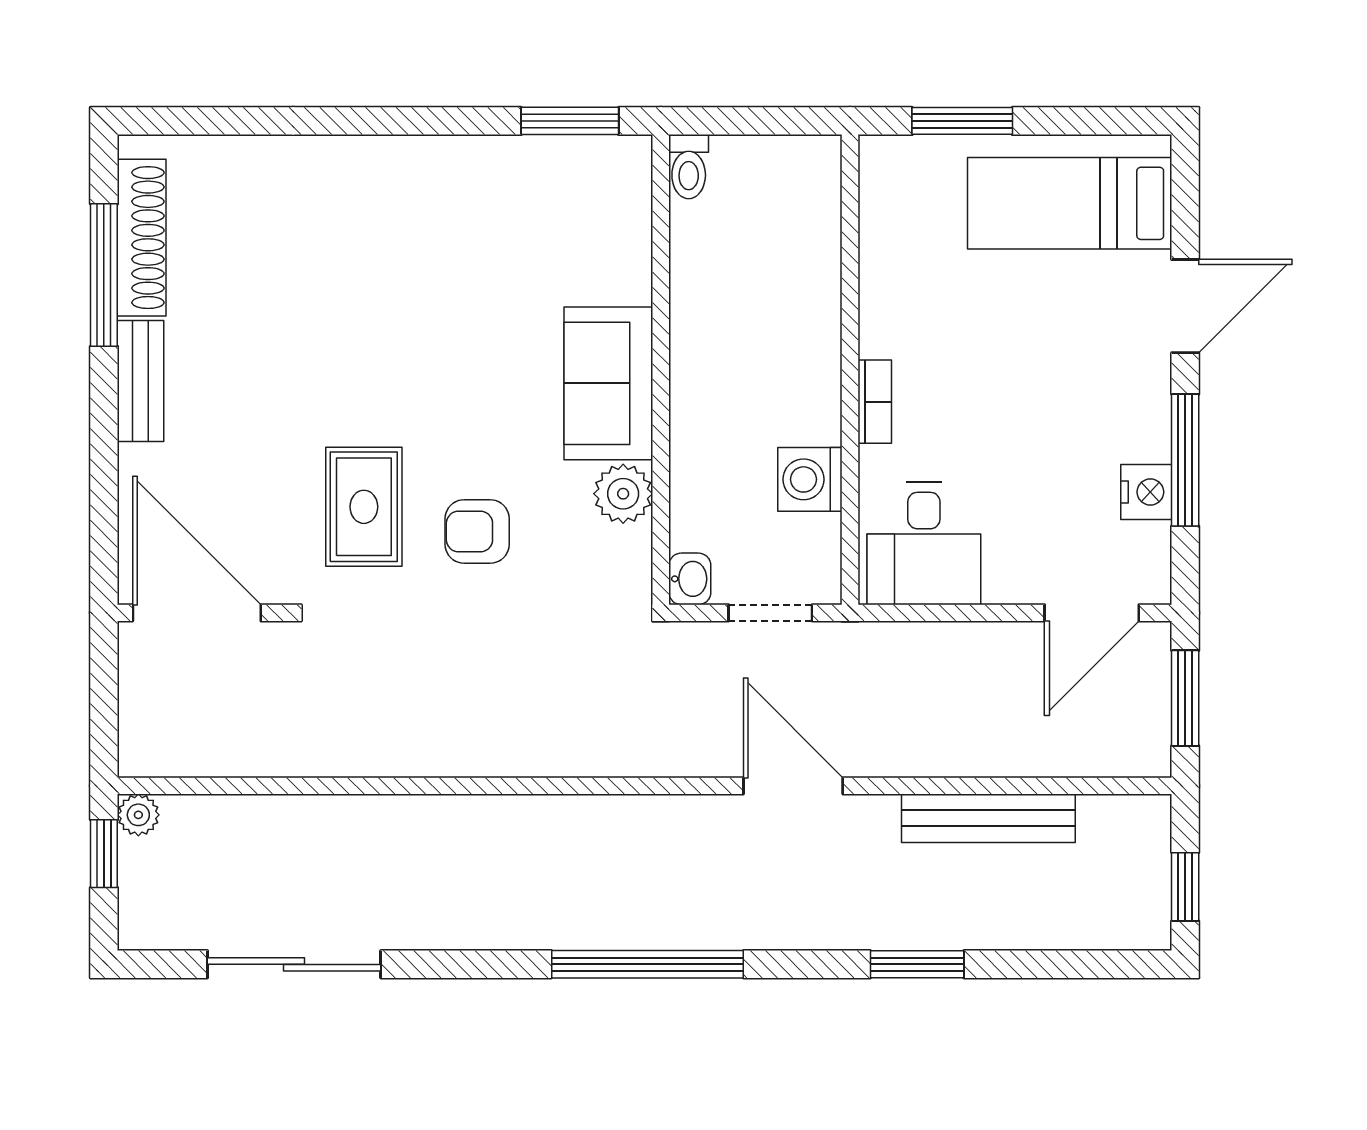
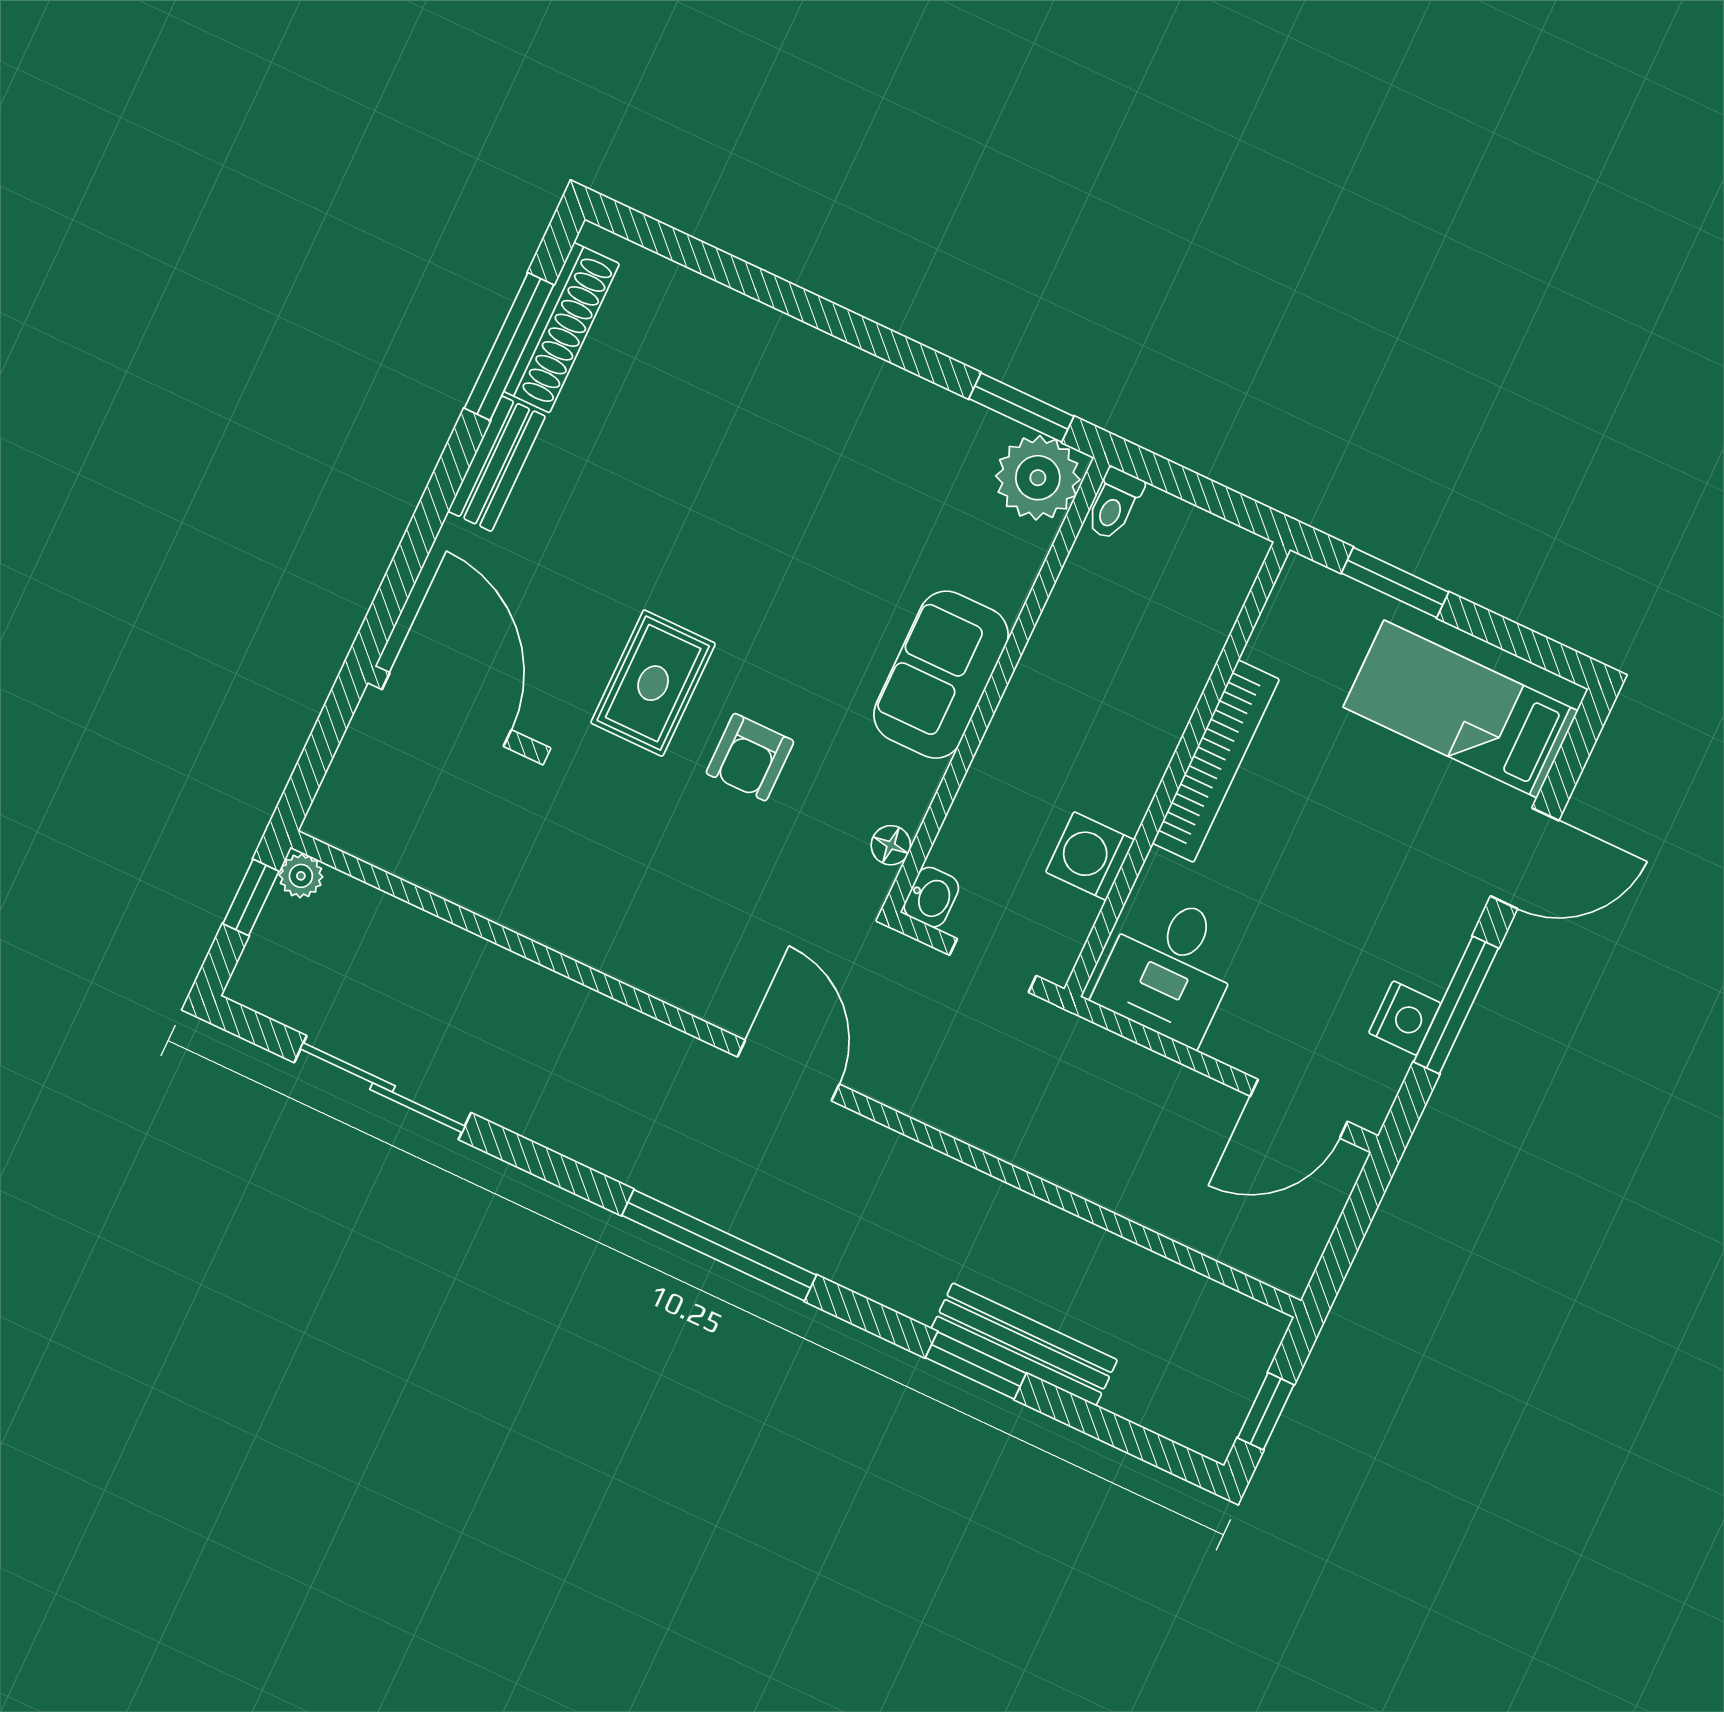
bookcase: (875, 402) -> (1216, 761), width x2.31, depth x1.31
plant: (623, 494) -> (1038, 478), moved, width x1.36, depth x1.36
armchair: (477, 531) -> (750, 757), turned -90
floor lamp: (634, 551) -> (891, 845), added
window: (1185, 698) -> (1350, 1232), removed
door: (793, 786) -> (788, 1070), moved
bench: (988, 818) -> (1024, 1344), moved

